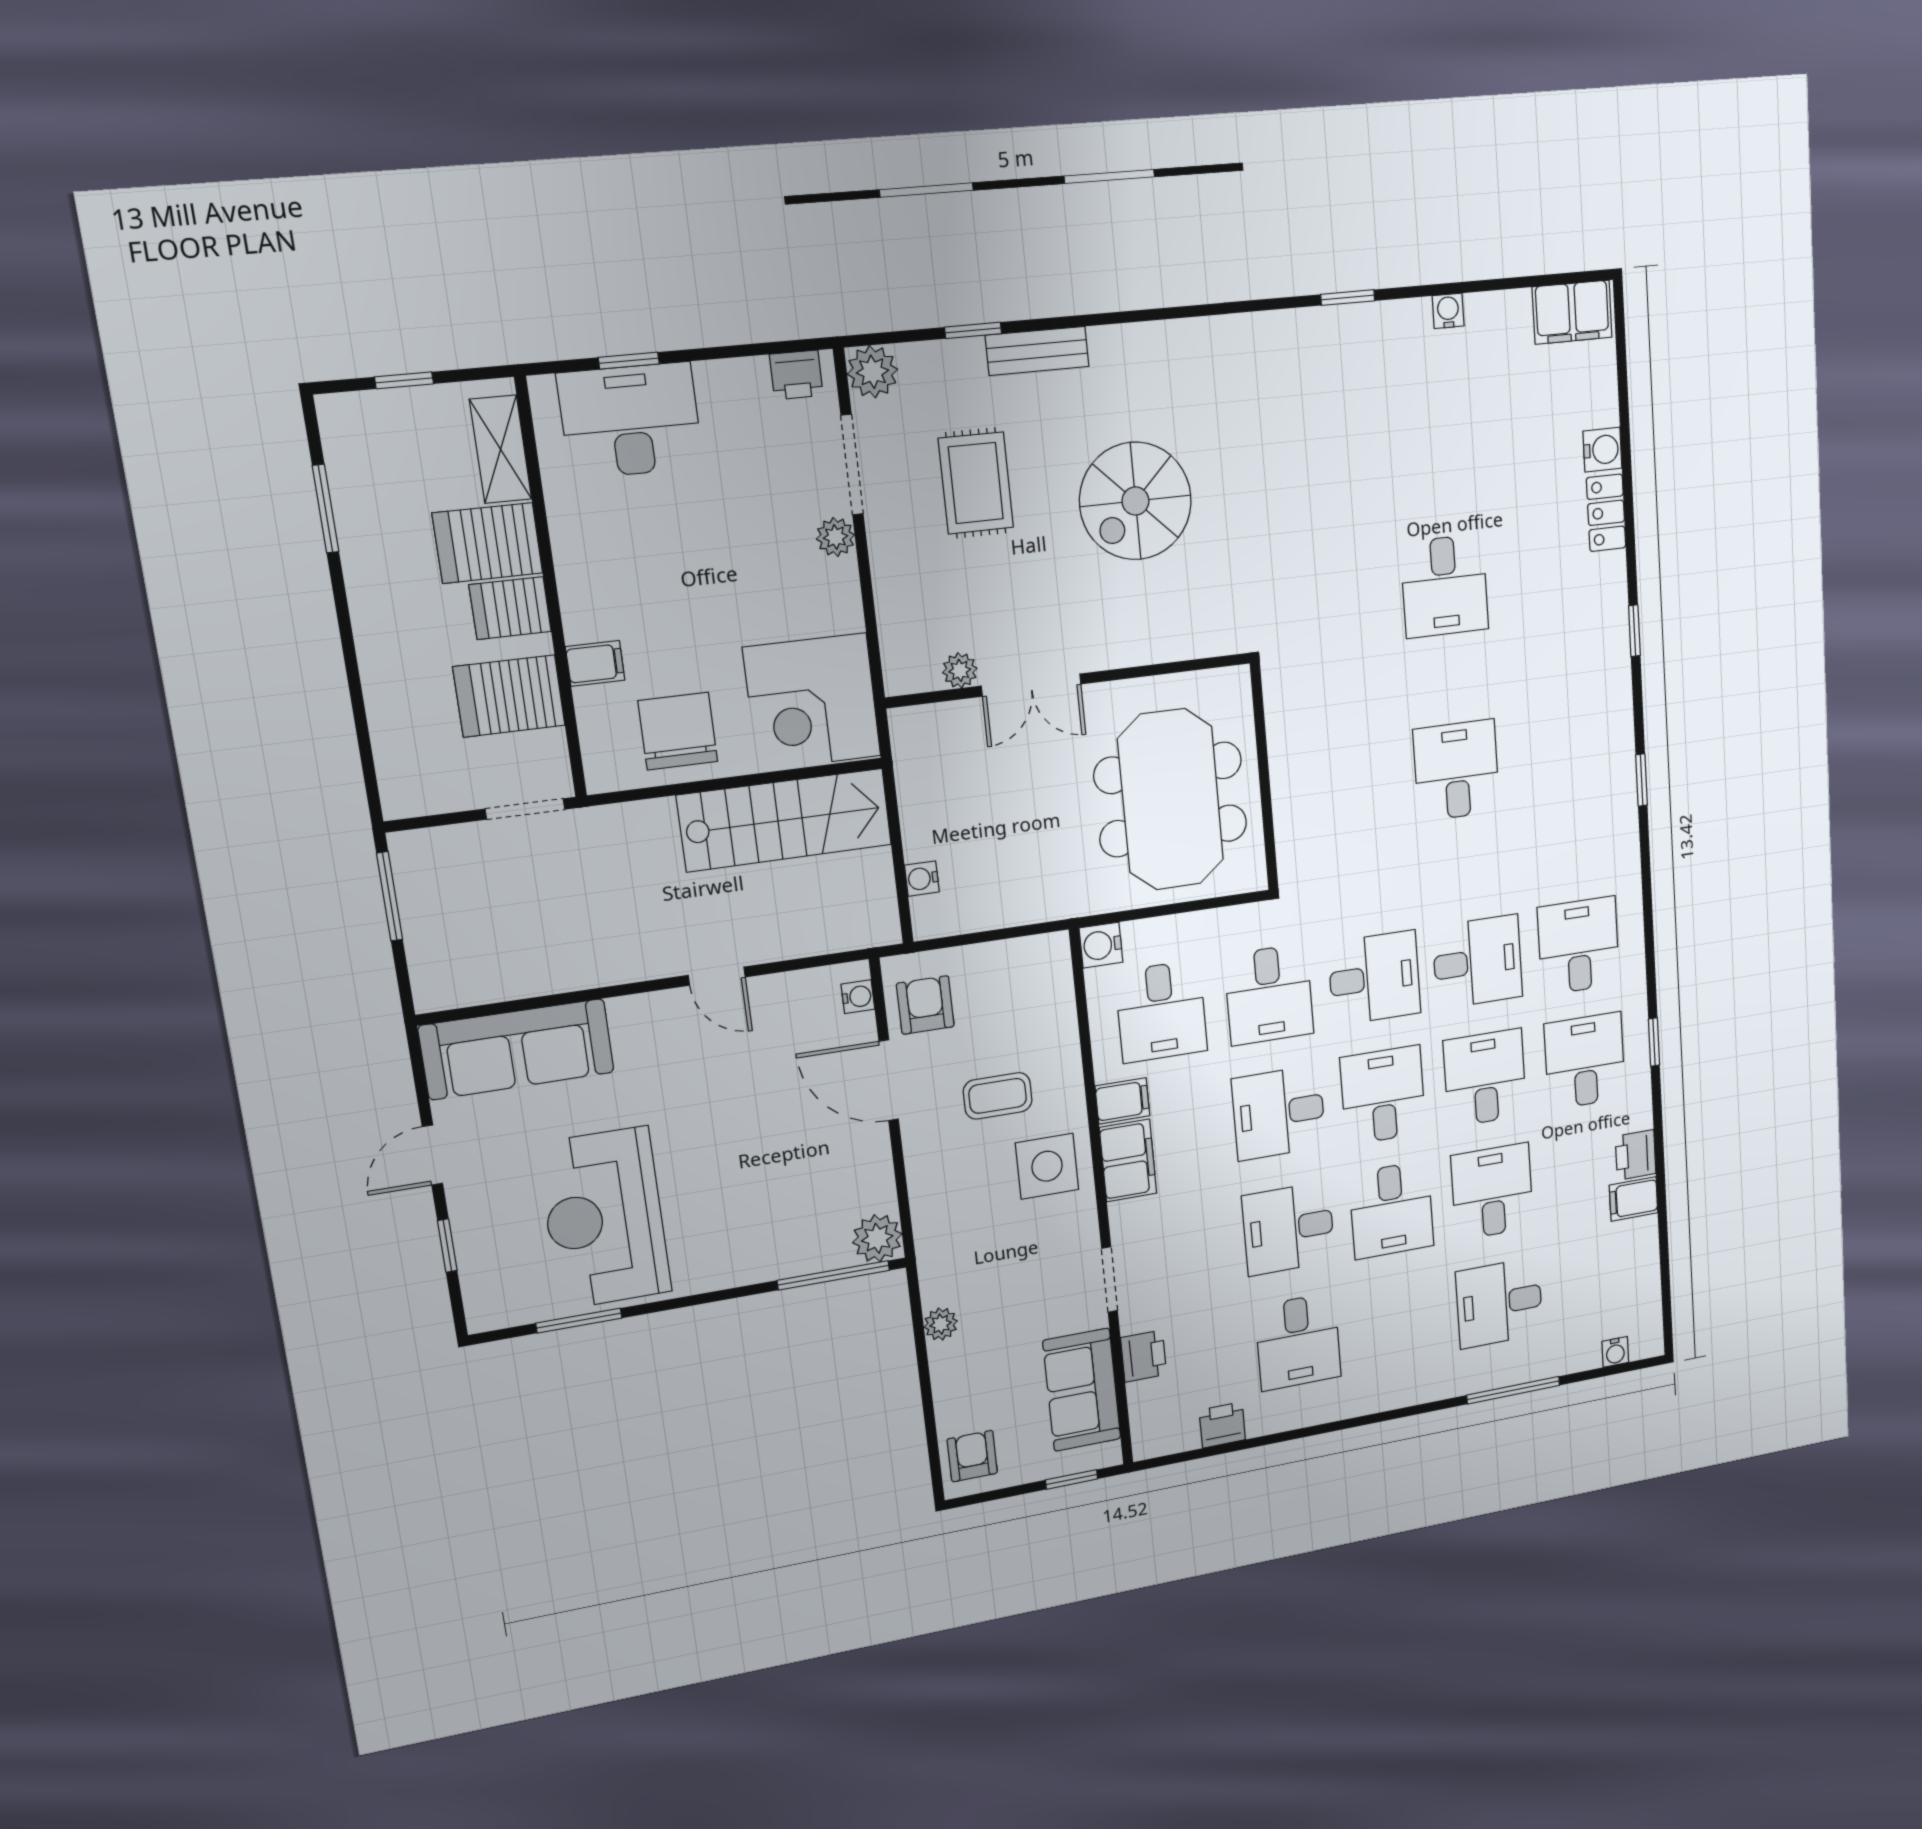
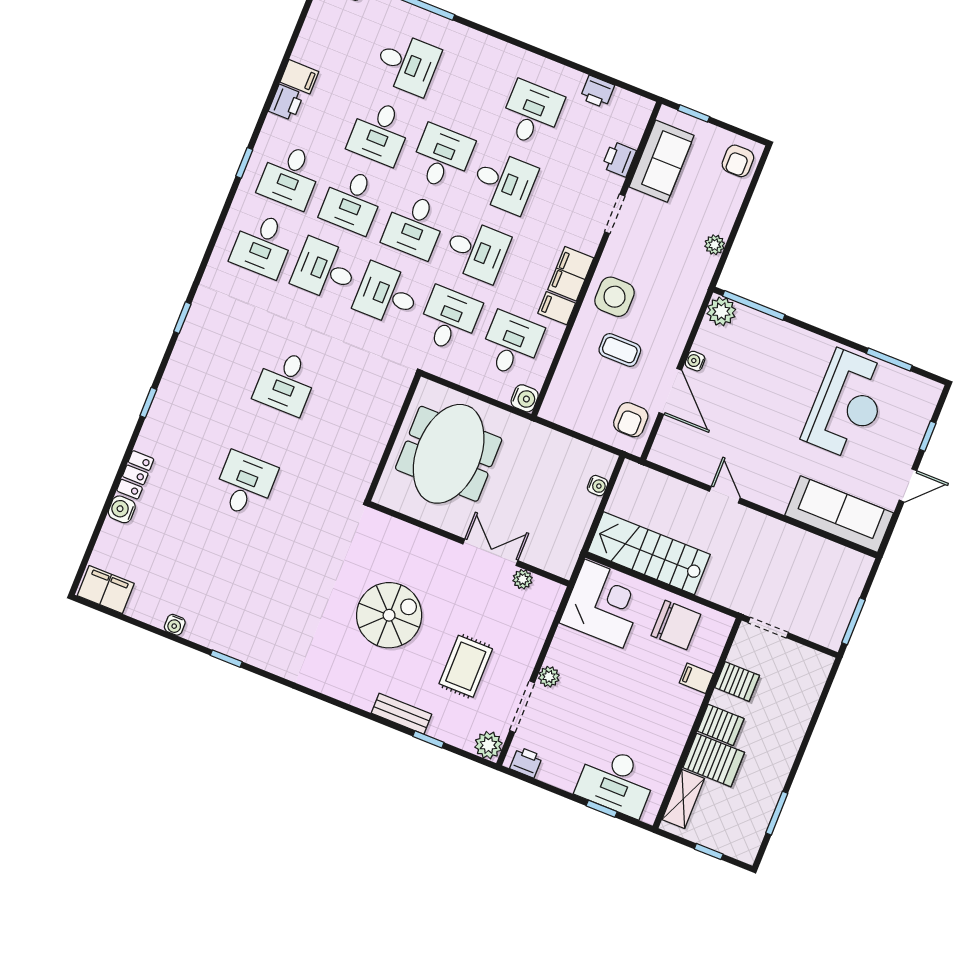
server rack: (509, 696) -> (737, 682), width x0.73, depth x0.70
chair: (678, 731) -> (676, 625), turned -90
water cooler: (858, 997) -> (695, 361), moved

